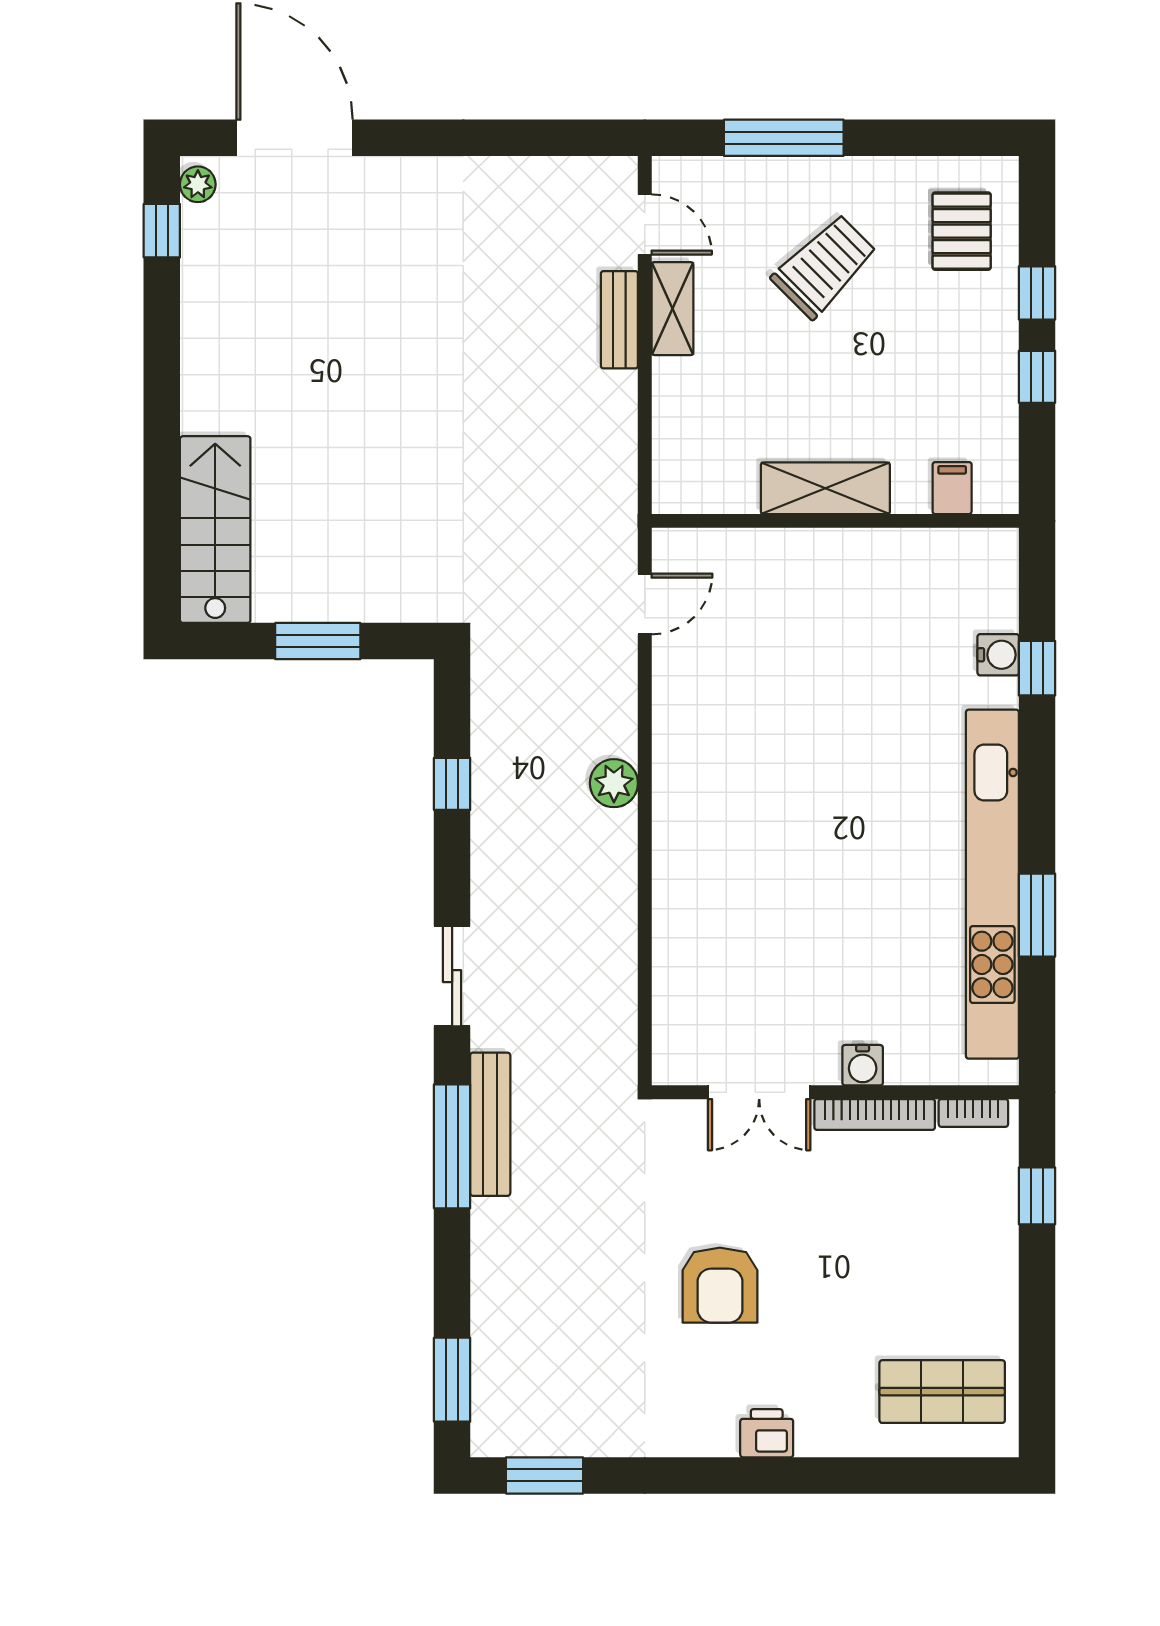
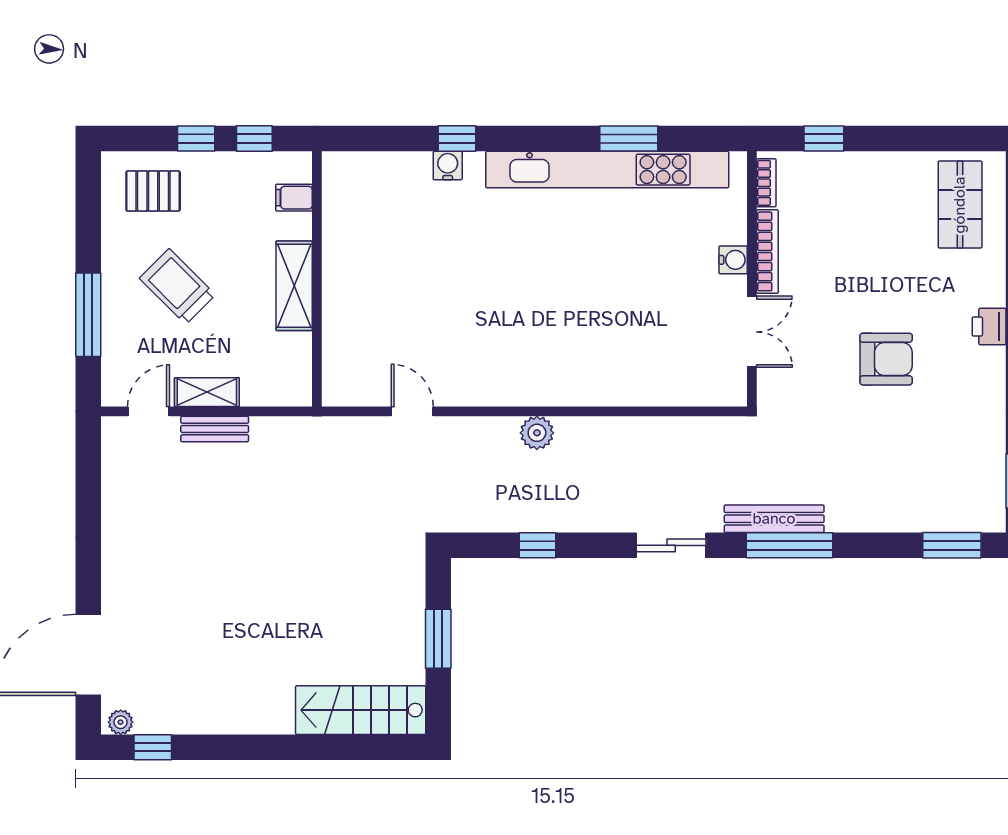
shelving: (825, 488) -> (294, 286), moved
filing cabinet: (952, 488) -> (294, 198), moved
wall: (835, 521) -> (317, 279), moved

